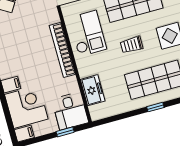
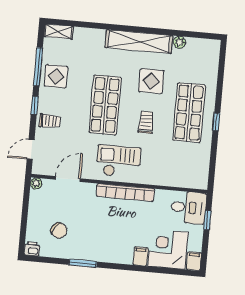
trolley: (132, 45) -> (146, 122), turned 180
freezer: (93, 90) -> (176, 177), removed

